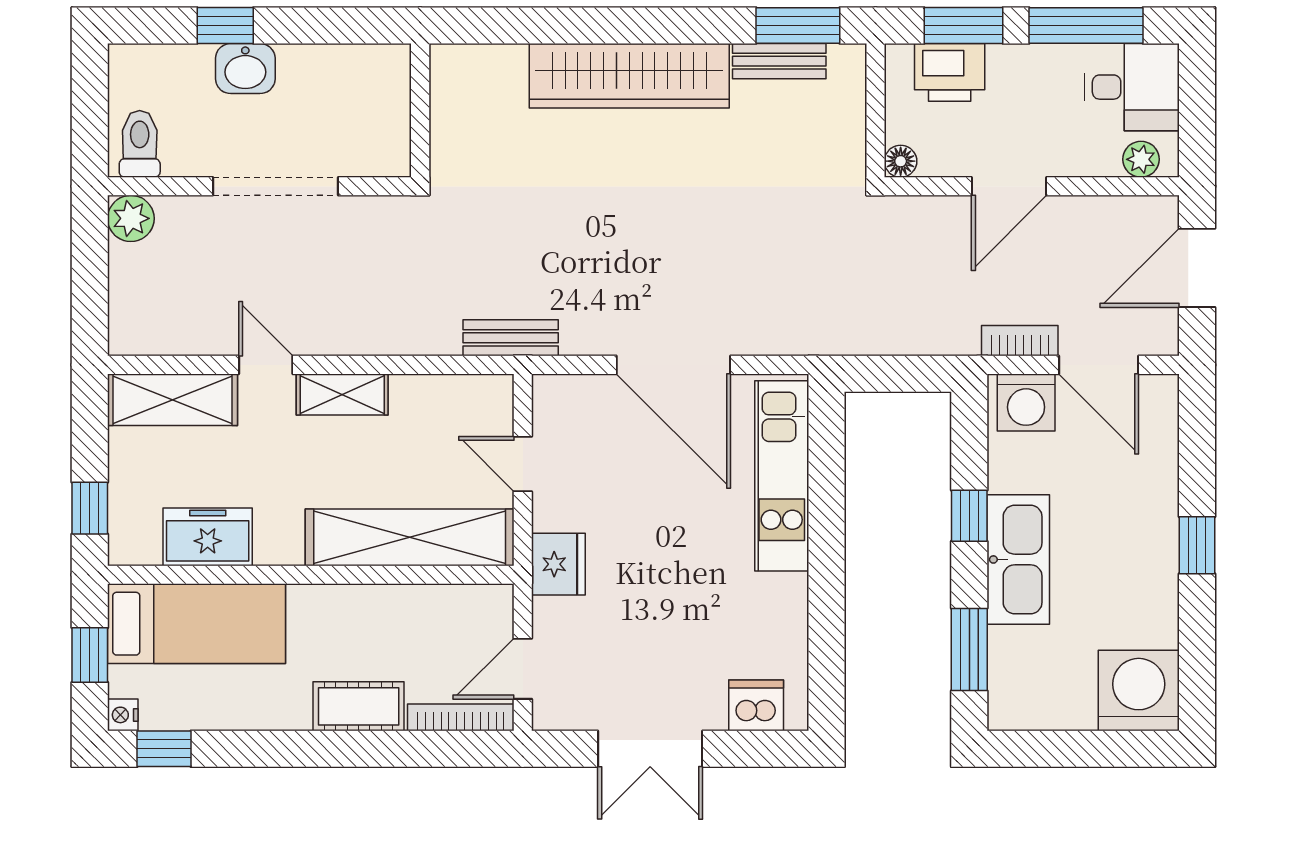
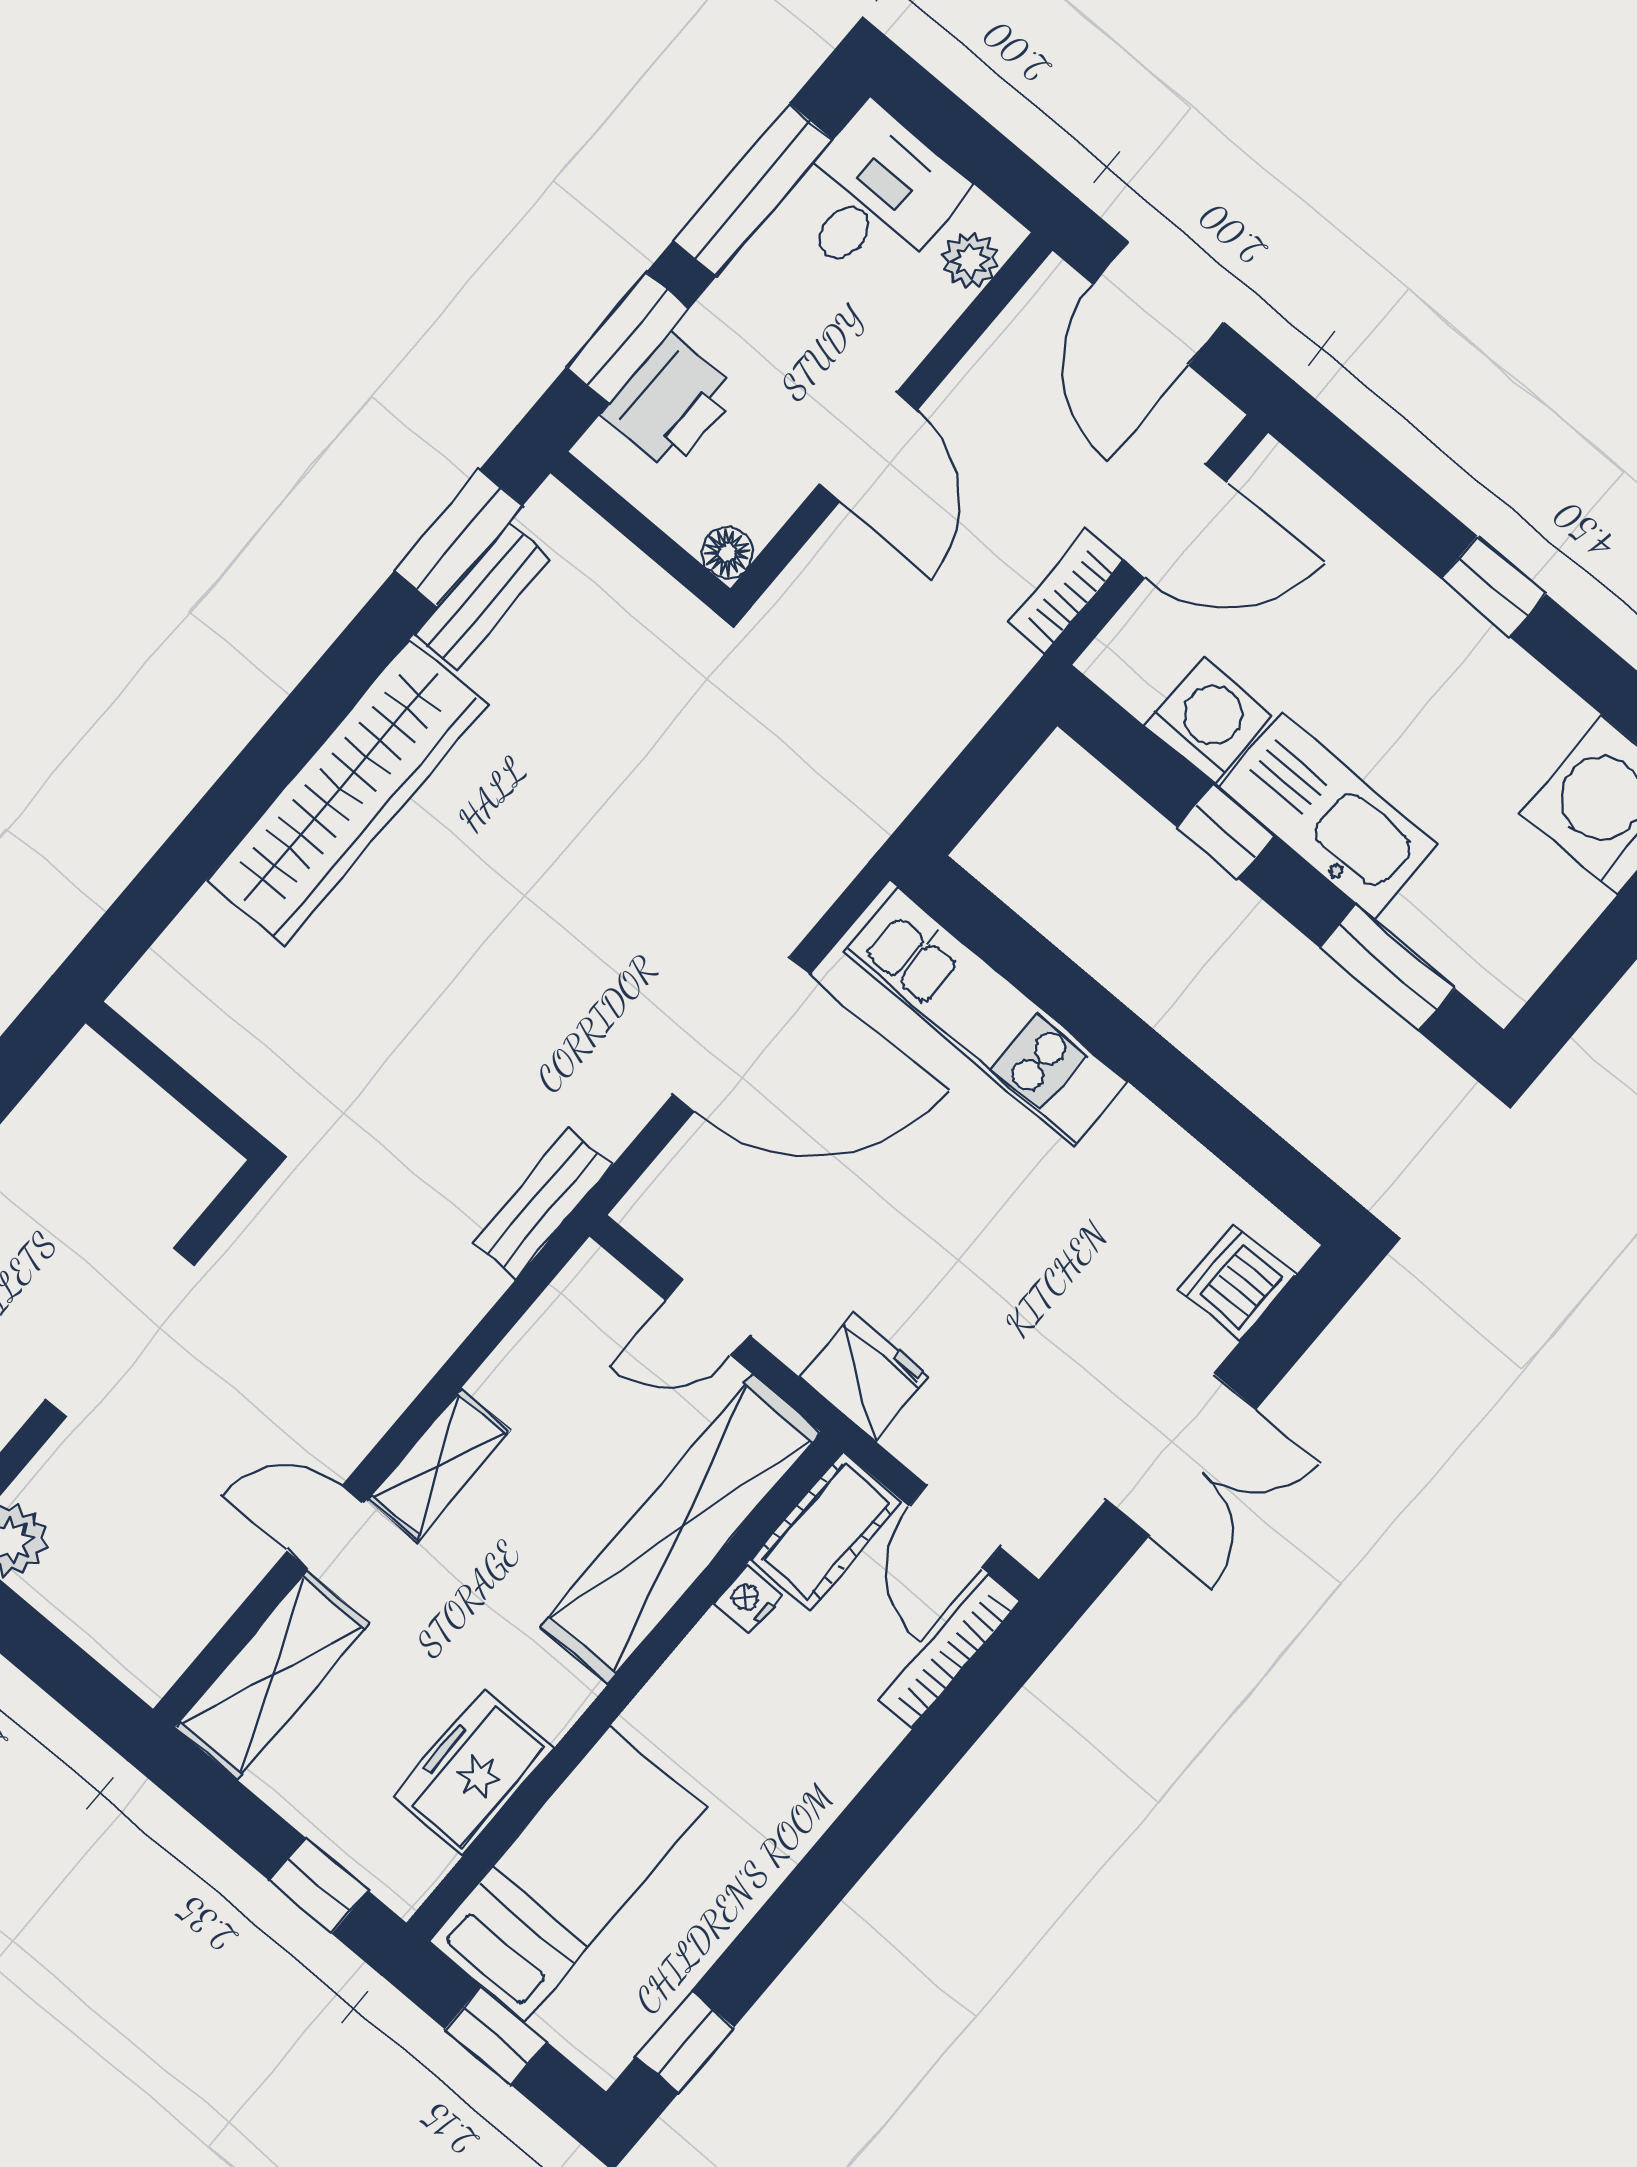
washing machine: (1026, 403) -> (1209, 721), moved, turned -90
cot: (359, 706) -> (826, 1531), moved
nightstand: (123, 715) -> (748, 1599), moved, turned 90

